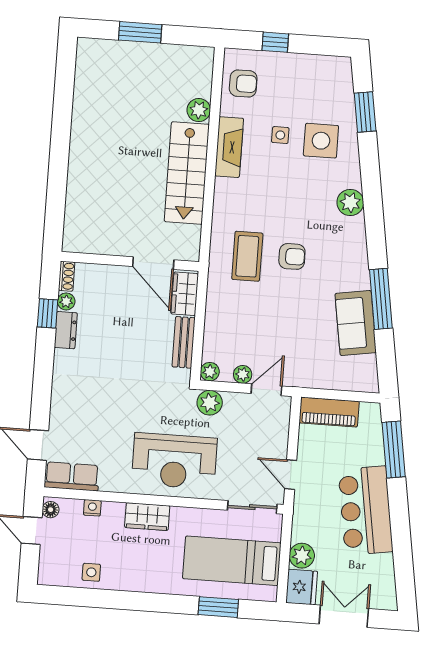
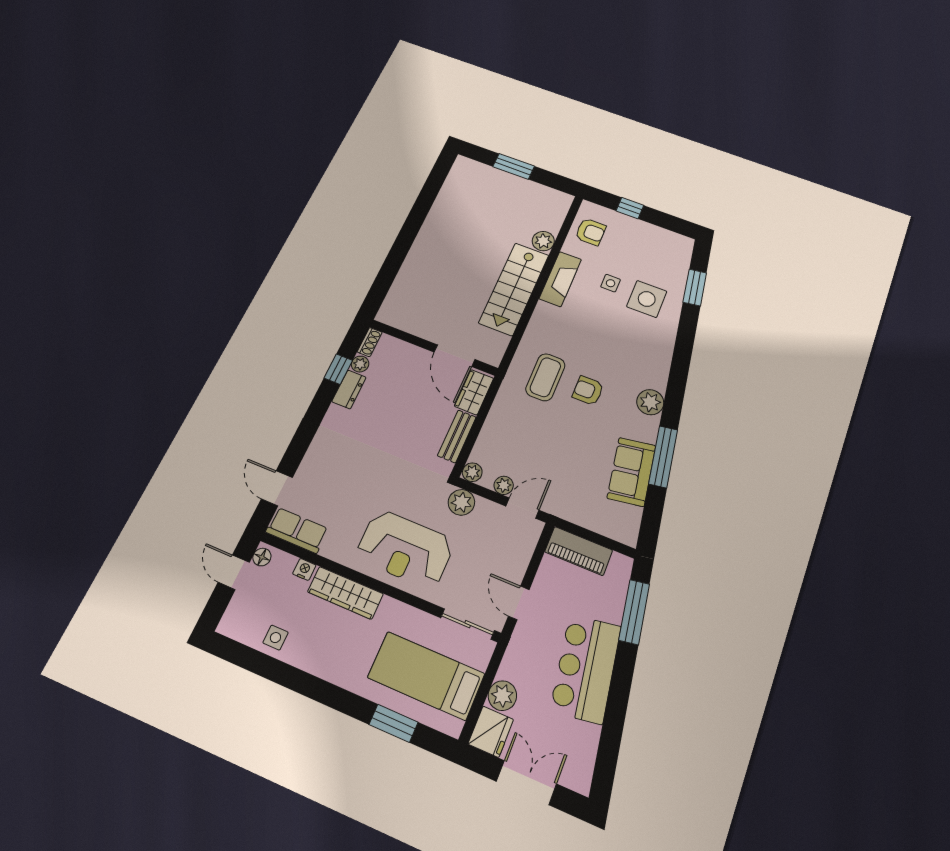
plant: (350, 202) -> (650, 402), moved
armchair: (292, 256) -> (588, 391), turned 180
wardrobe: (147, 517) -> (345, 593), width x1.50

